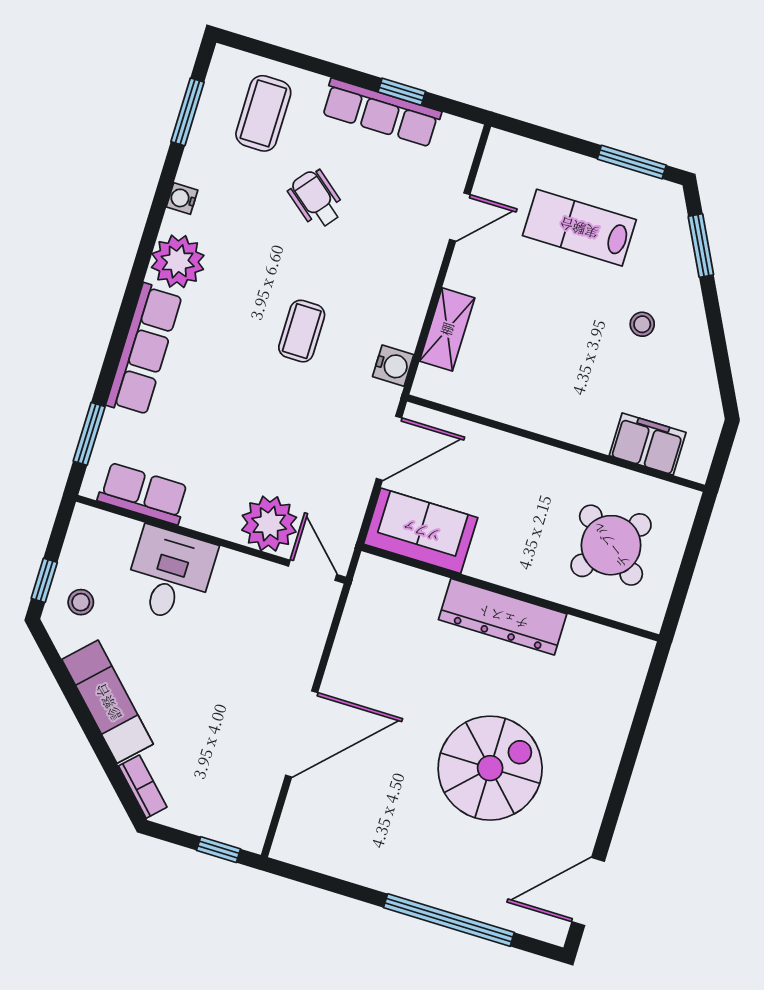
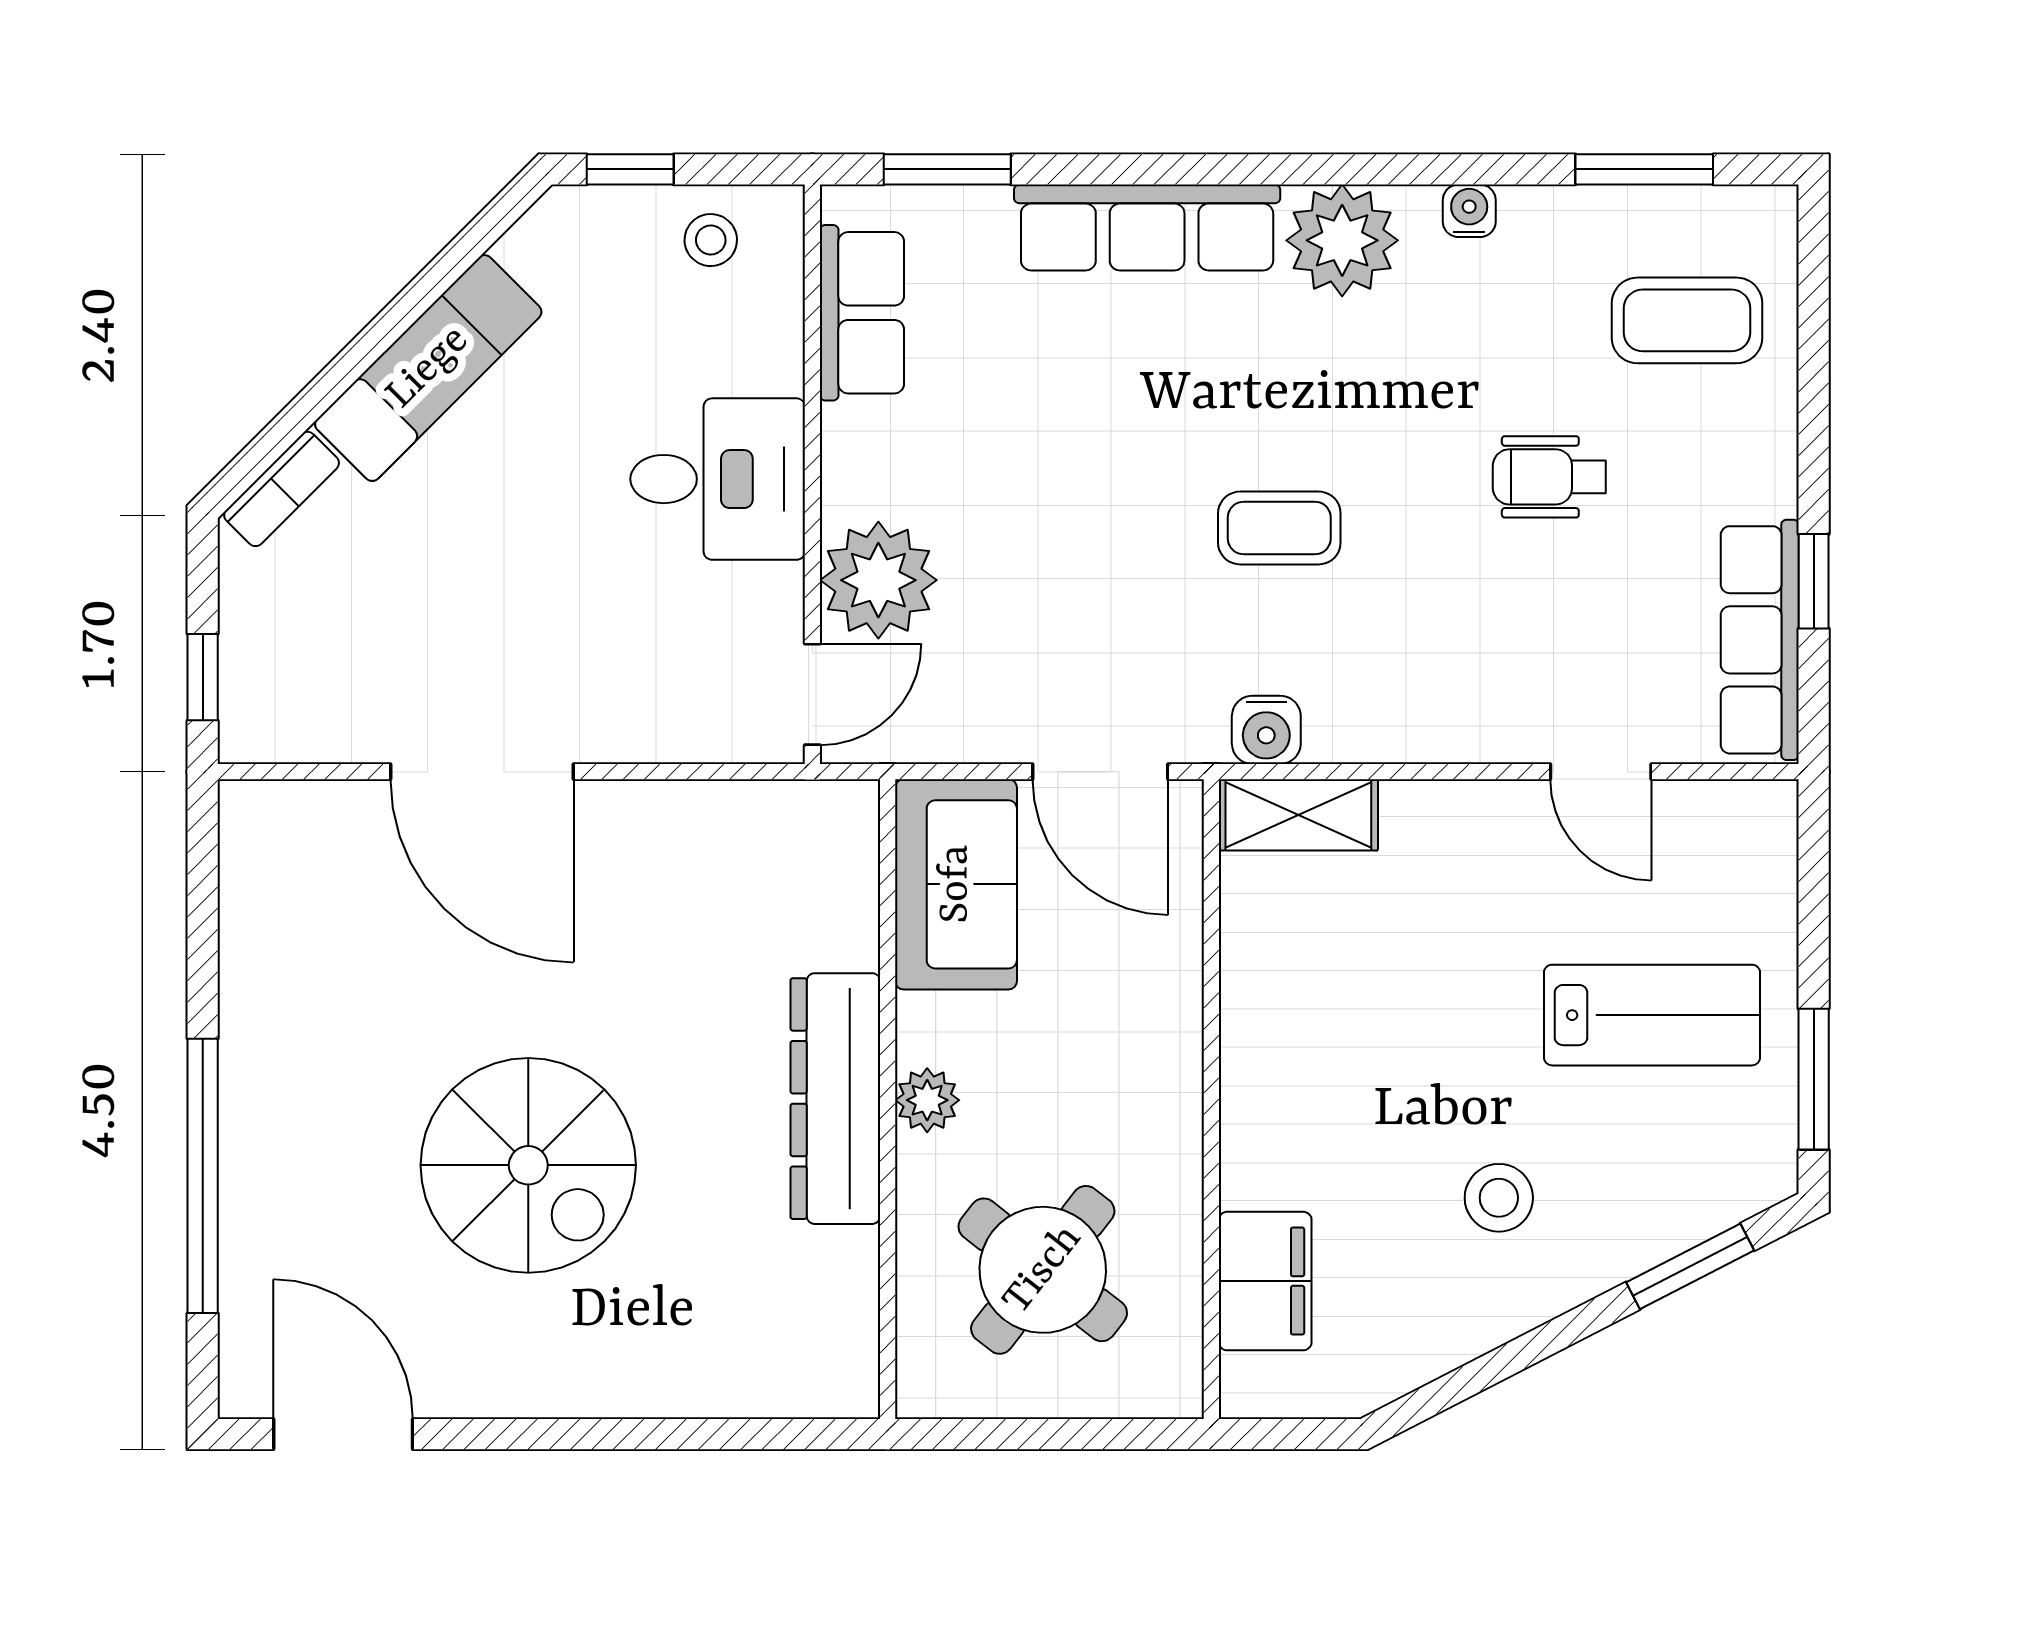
row of seats: (381, 113) -> (1760, 640), moved
wheelchair: (316, 199) -> (1549, 477), turned -129
lab bench: (579, 228) -> (1652, 1015), turned 90
stool: (642, 324) -> (1499, 1198), width x1.37, depth x1.37
shelving: (447, 329) -> (1298, 815), moved
desk: (170, 575) -> (718, 479), moved
plant: (516, 575) -> (927, 1100), added
stool: (81, 602) -> (711, 240), moved

